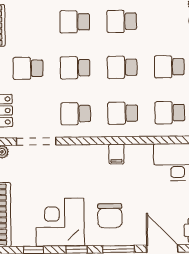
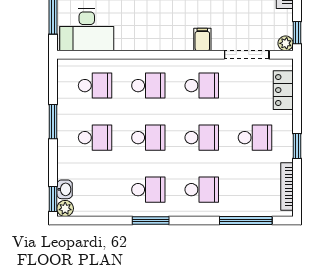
filing cabinet: (116, 154) -> (202, 40), moved

